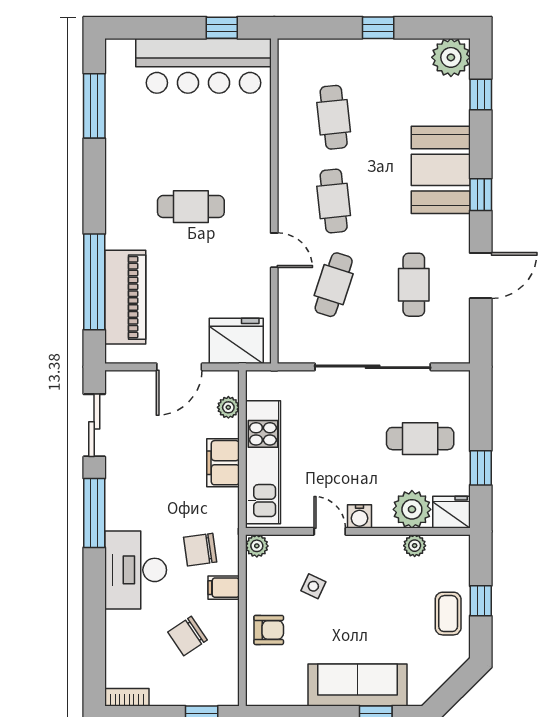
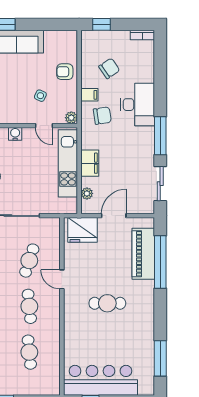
door: (330, 531) -> (44, 126), moved

